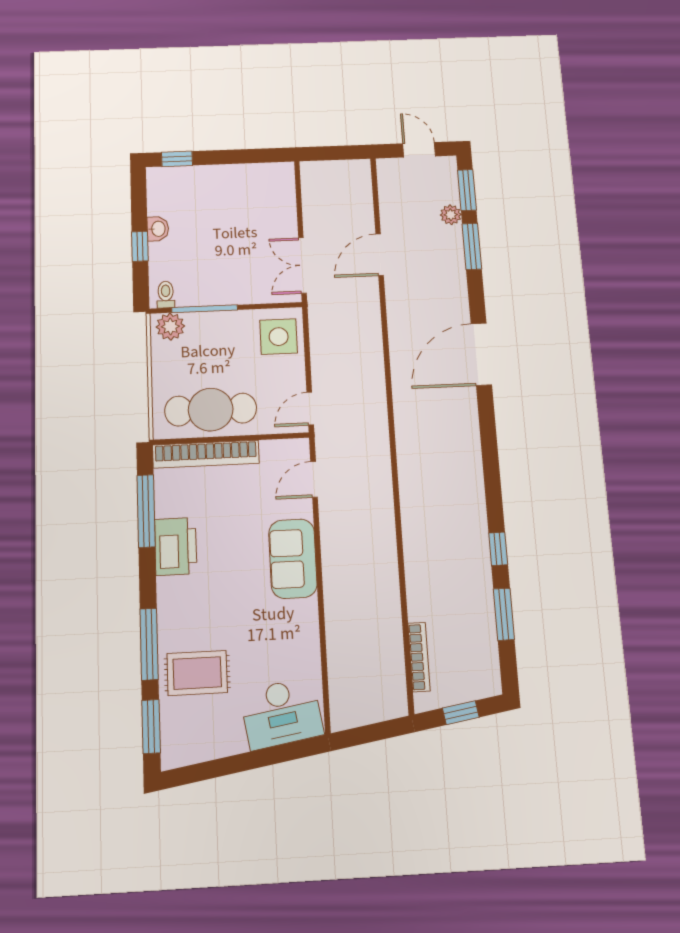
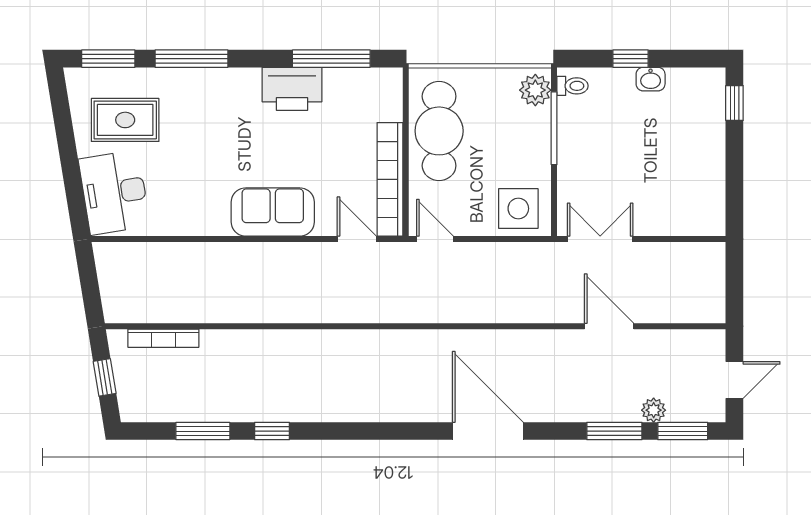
bookcase: (206, 454) -> (390, 179), moved
rug: (197, 673) -> (125, 120), moved, turned 90

